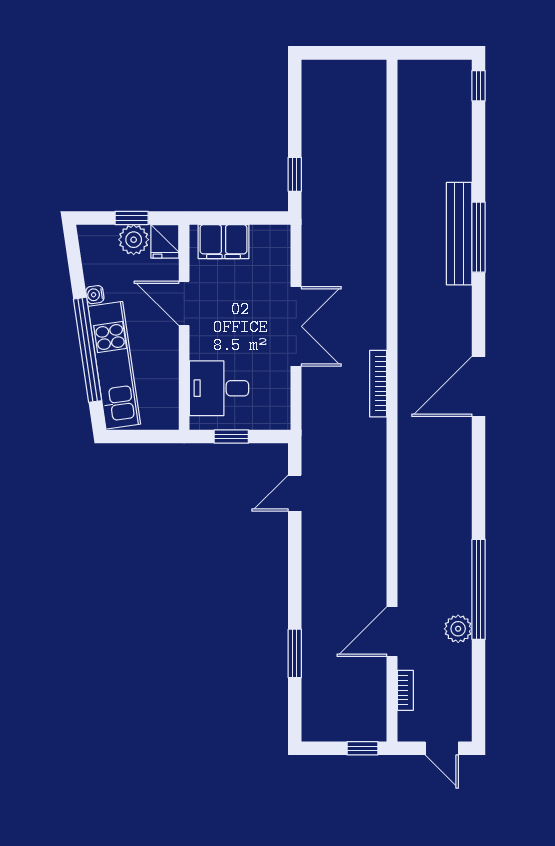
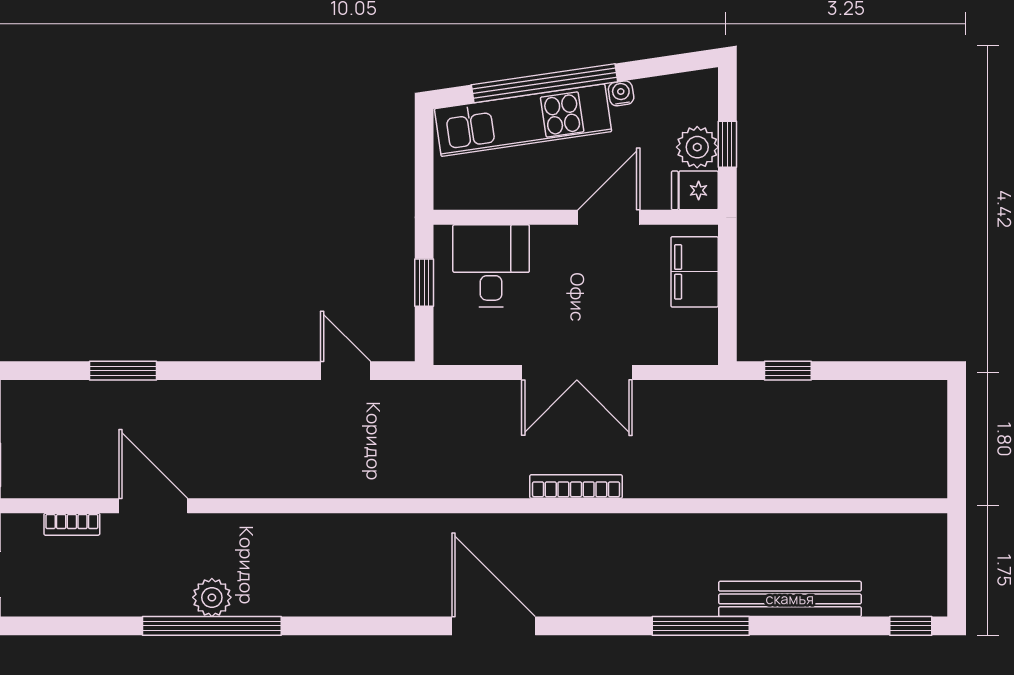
bench: (459, 234) -> (790, 599), moved
bookcase: (378, 384) -> (576, 487), moved
plant: (458, 629) -> (212, 597), moved

